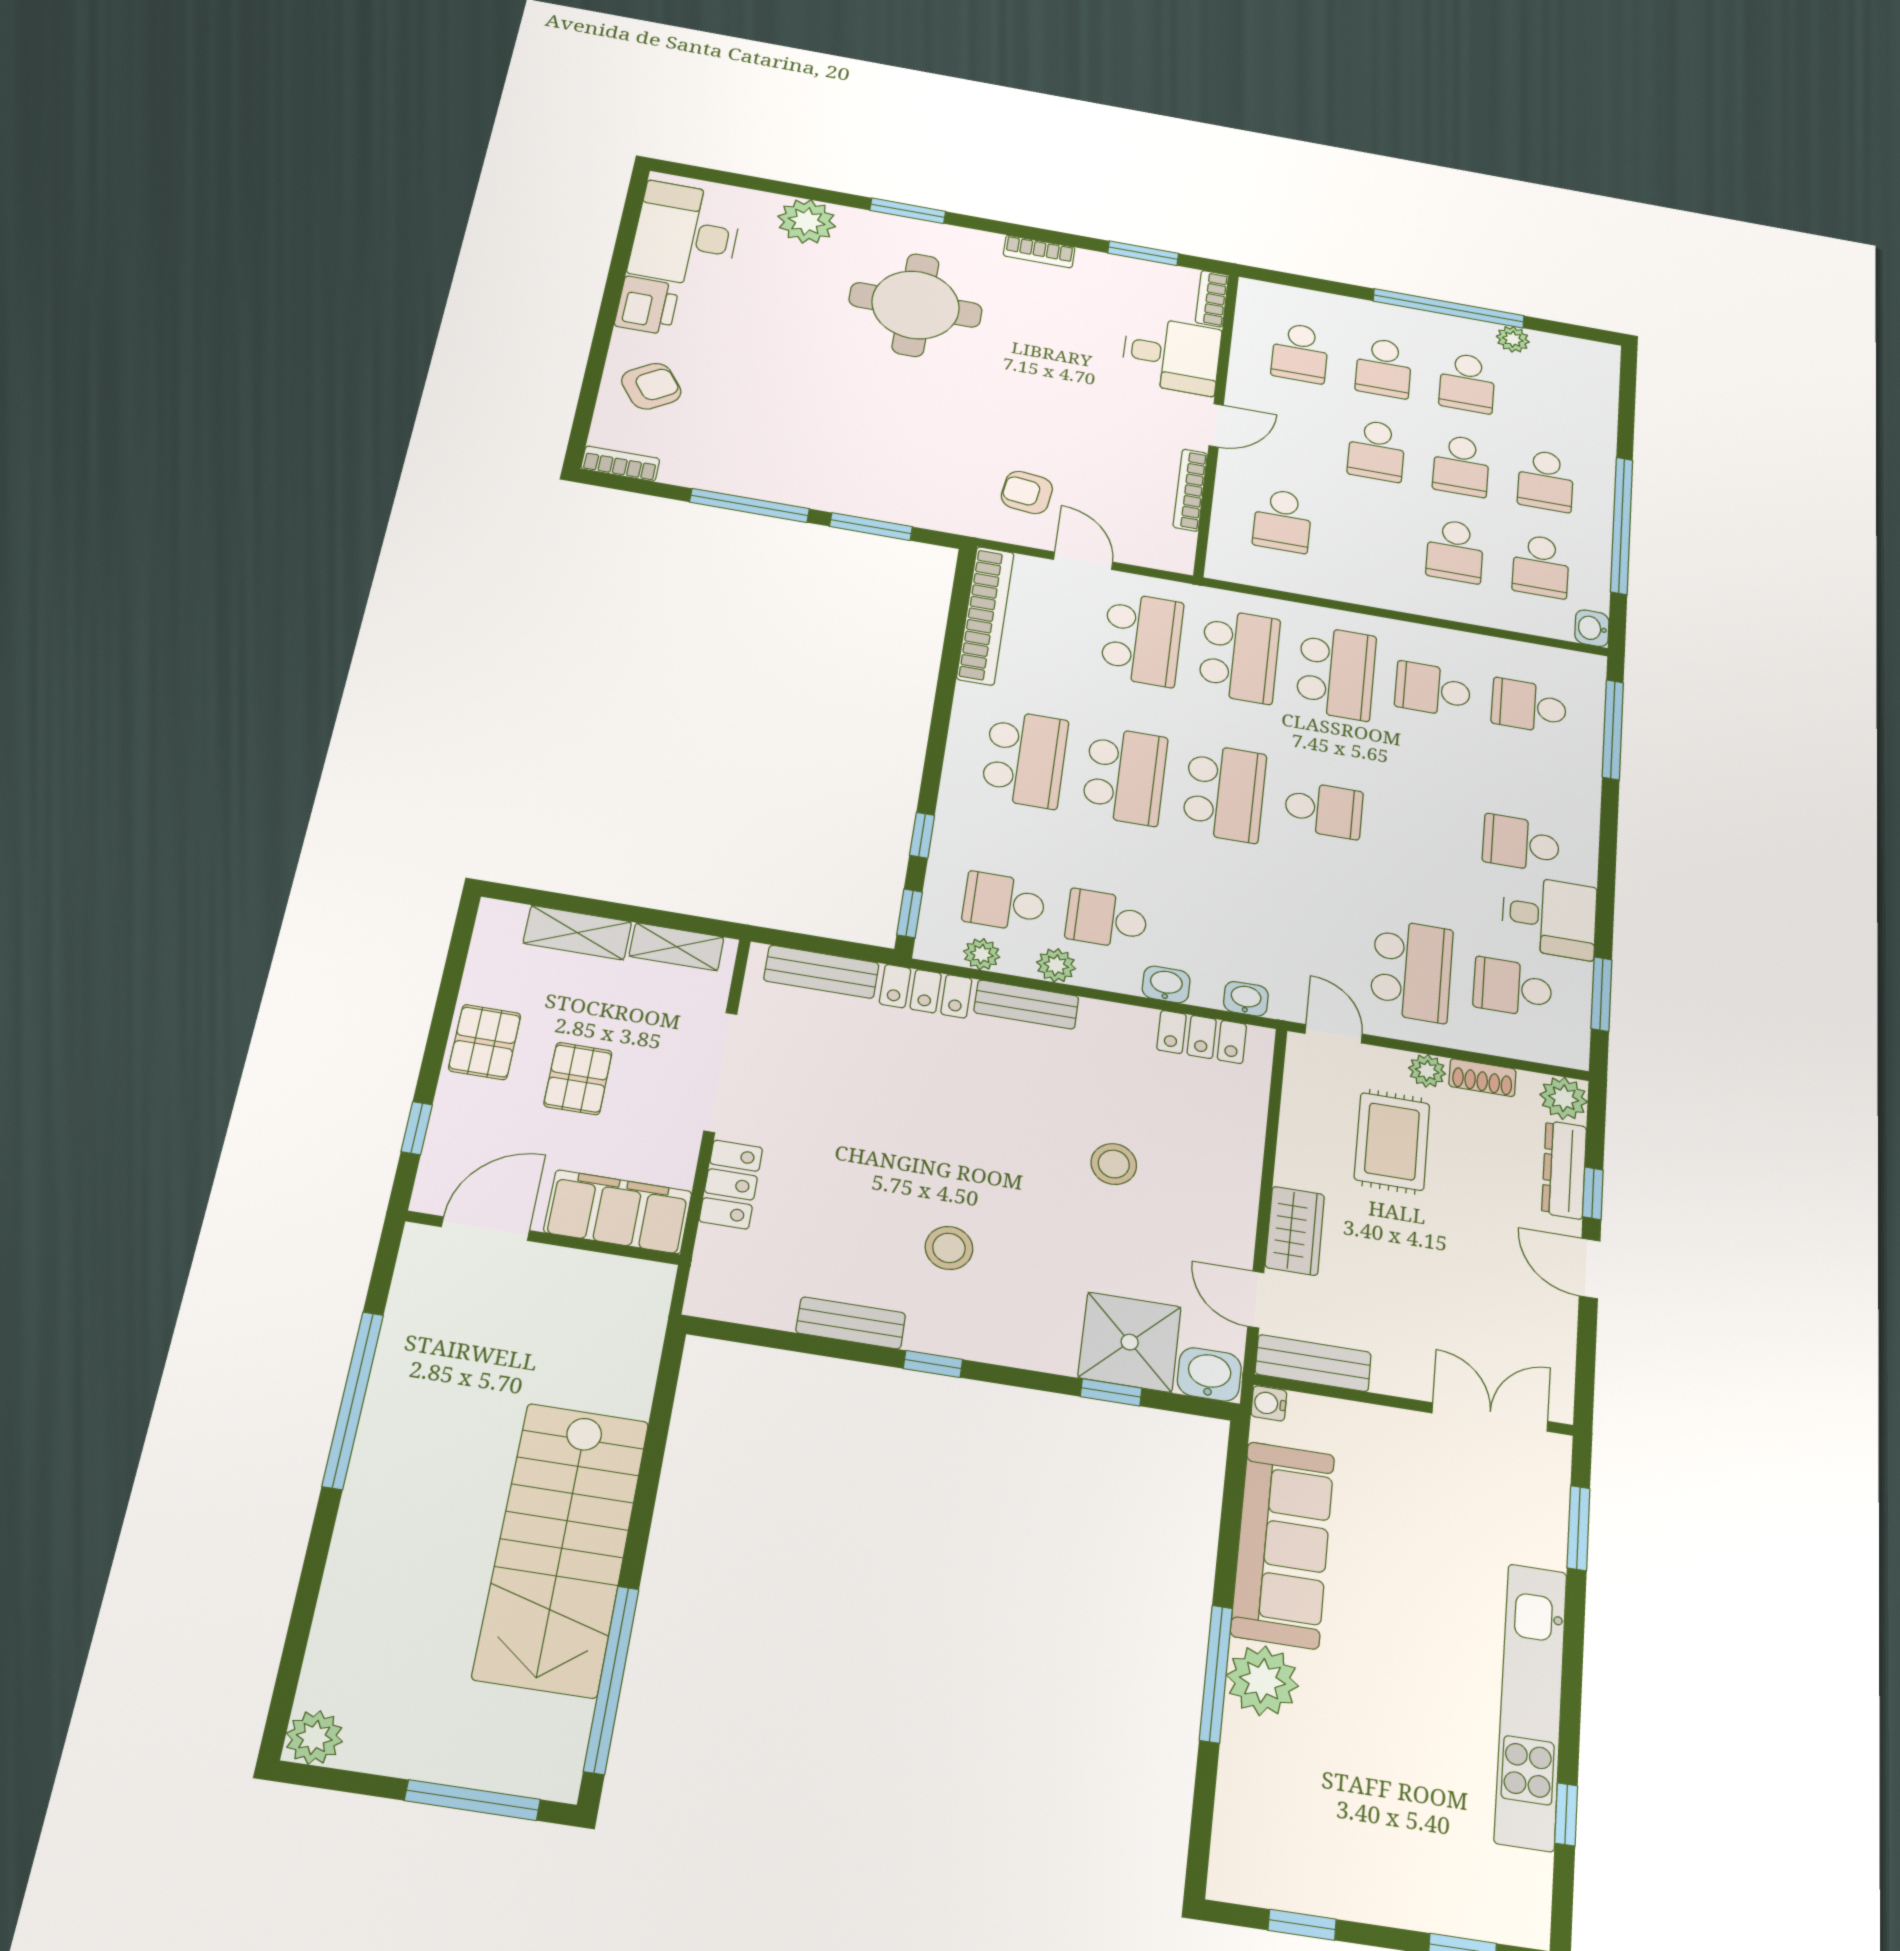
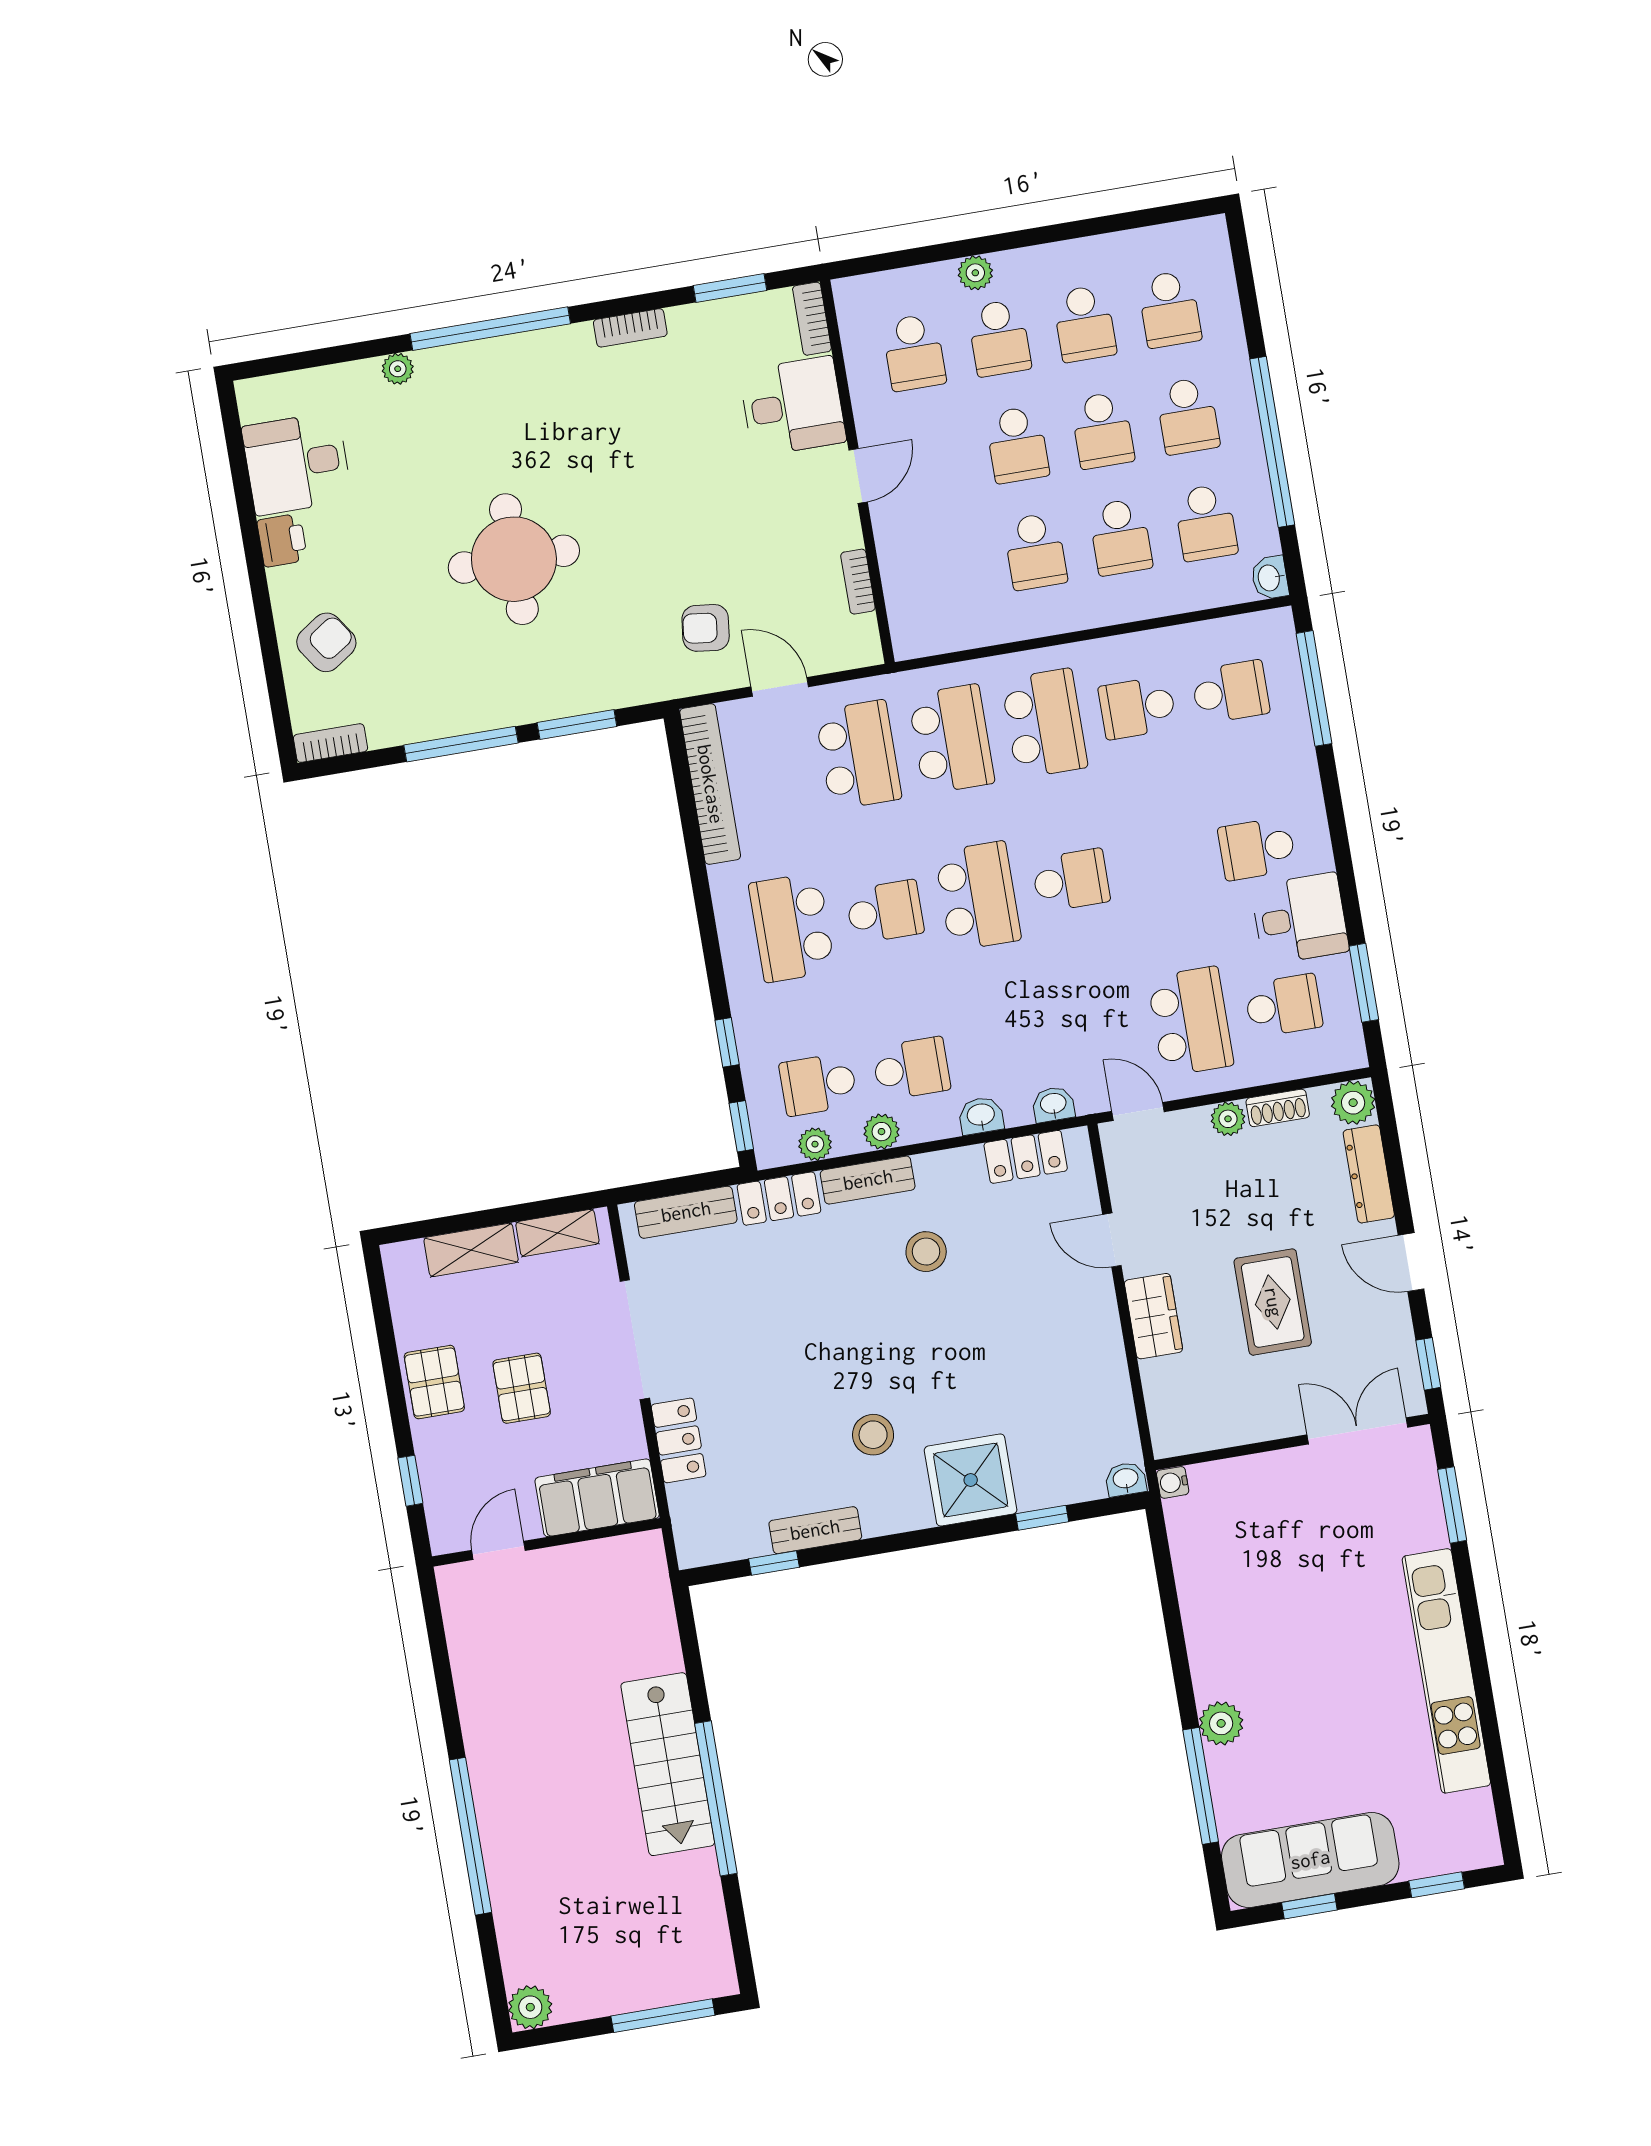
window: (908, 211) -> (490, 329), width x2.11
plant: (807, 221) -> (398, 369), width x0.53, depth x0.53
desk: (686, 235) -> (297, 463), width x0.73
printer: (647, 305) -> (282, 540), width x0.73, depth x0.81
round table: (916, 305) -> (514, 559), moved
window: (1449, 308) -> (1044, 235), removed
plant: (1513, 339) -> (975, 273), moved
school desk: (1550, 398) -> (1170, 309), added
bookcase: (1190, 490) -> (858, 582), width x0.64
school desk: (1282, 521) -> (1035, 551), moved
school desk: (1529, 706) -> (1230, 692), turned 180
school desk: (1025, 759) -> (792, 927), turned 180
school desk: (1125, 776) -> (885, 912), width x0.54
school desk: (1107, 919) -> (911, 1068), turned 180
school desk: (1513, 987) -> (1283, 1006), turned 180
rug: (1392, 1141) -> (1273, 1302), moved
stool: (1114, 1164) -> (926, 1252), moved
window: (1593, 1193) -> (1428, 1364), moved
door: (486, 1229) -> (498, 1550), width x0.73
door: (1256, 1299) -> (1112, 1240), moved
shower: (1130, 1342) -> (971, 1480), moved
bench: (1313, 1363) -> (1200, 1433), removed
window: (933, 1364) -> (774, 1563), moved
washbasin: (1209, 1374) -> (1126, 1479), width x0.72, depth x0.69
window: (353, 1400) -> (470, 1836), moved
sofa: (1283, 1544) -> (1310, 1860), moved, turned -90
stairs: (562, 1548) -> (668, 1764), width x0.73, depth x0.66
window: (1216, 1674) -> (1201, 1786), moved
window: (611, 1679) -> (716, 1798), moved
plant: (1262, 1681) -> (1221, 1723), width x0.73, depth x0.73
window: (1566, 1814) -> (1494, 1751), removed

